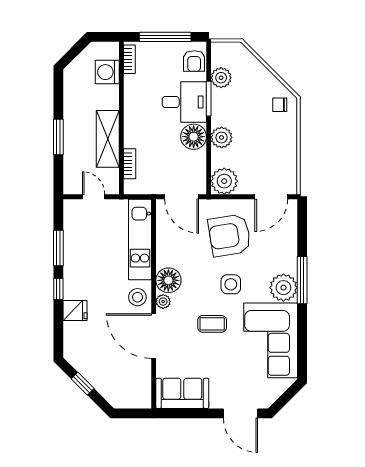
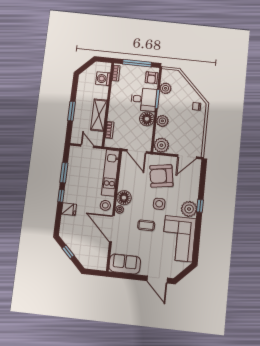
window: (302, 280) -> (200, 206), width x0.46

